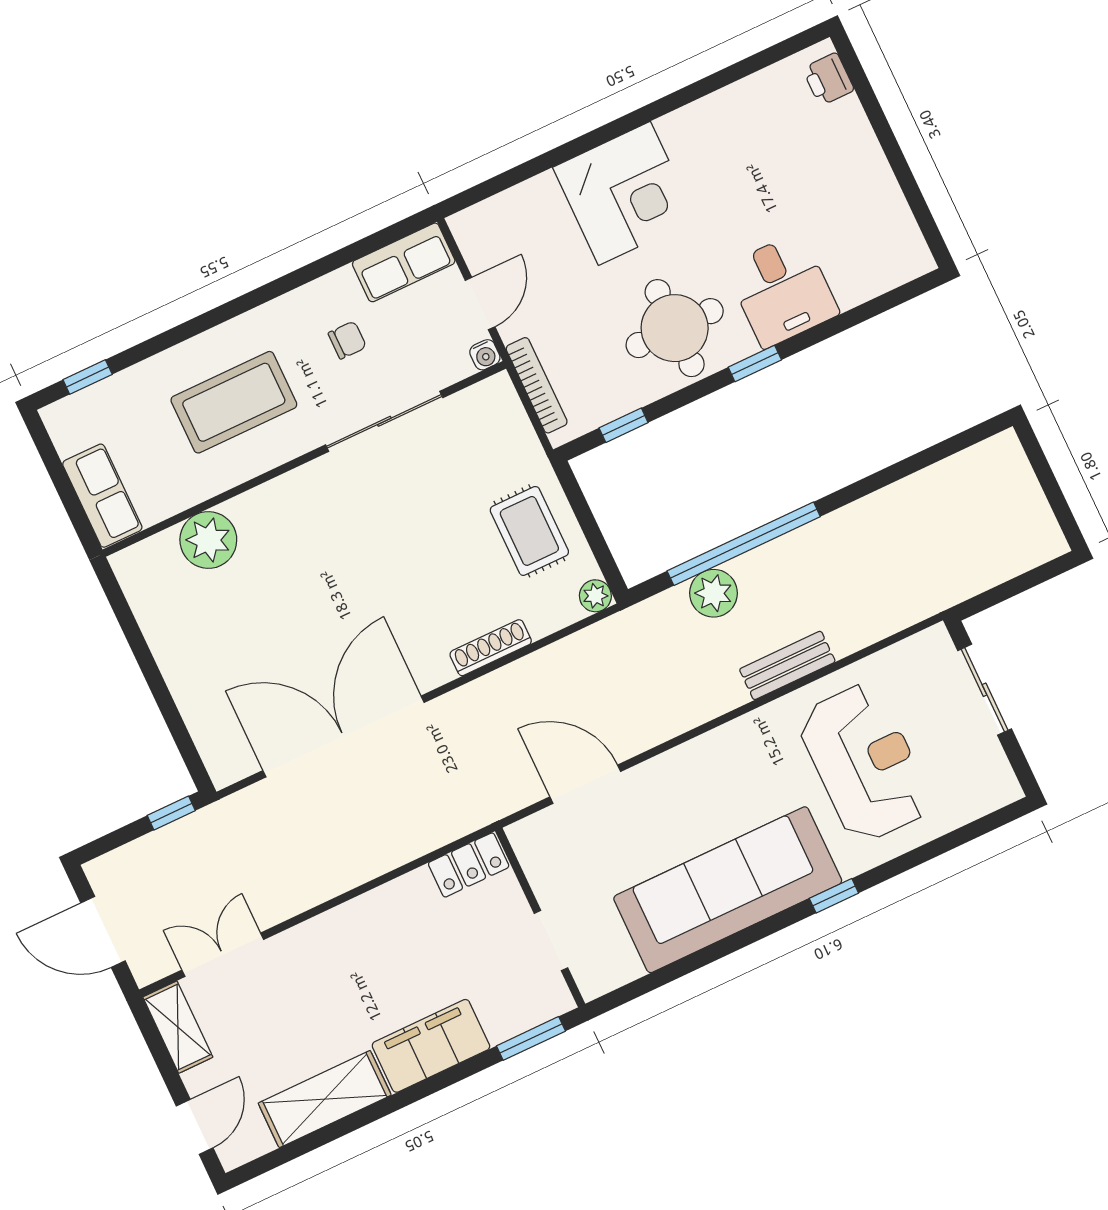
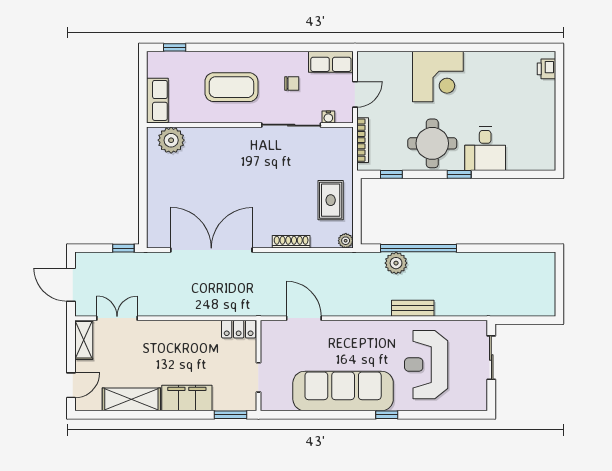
water cooler: (485, 355) -> (328, 117), moved
plant: (208, 540) -> (171, 140), moved
reception desk: (865, 763) -> (426, 365), turned 180

